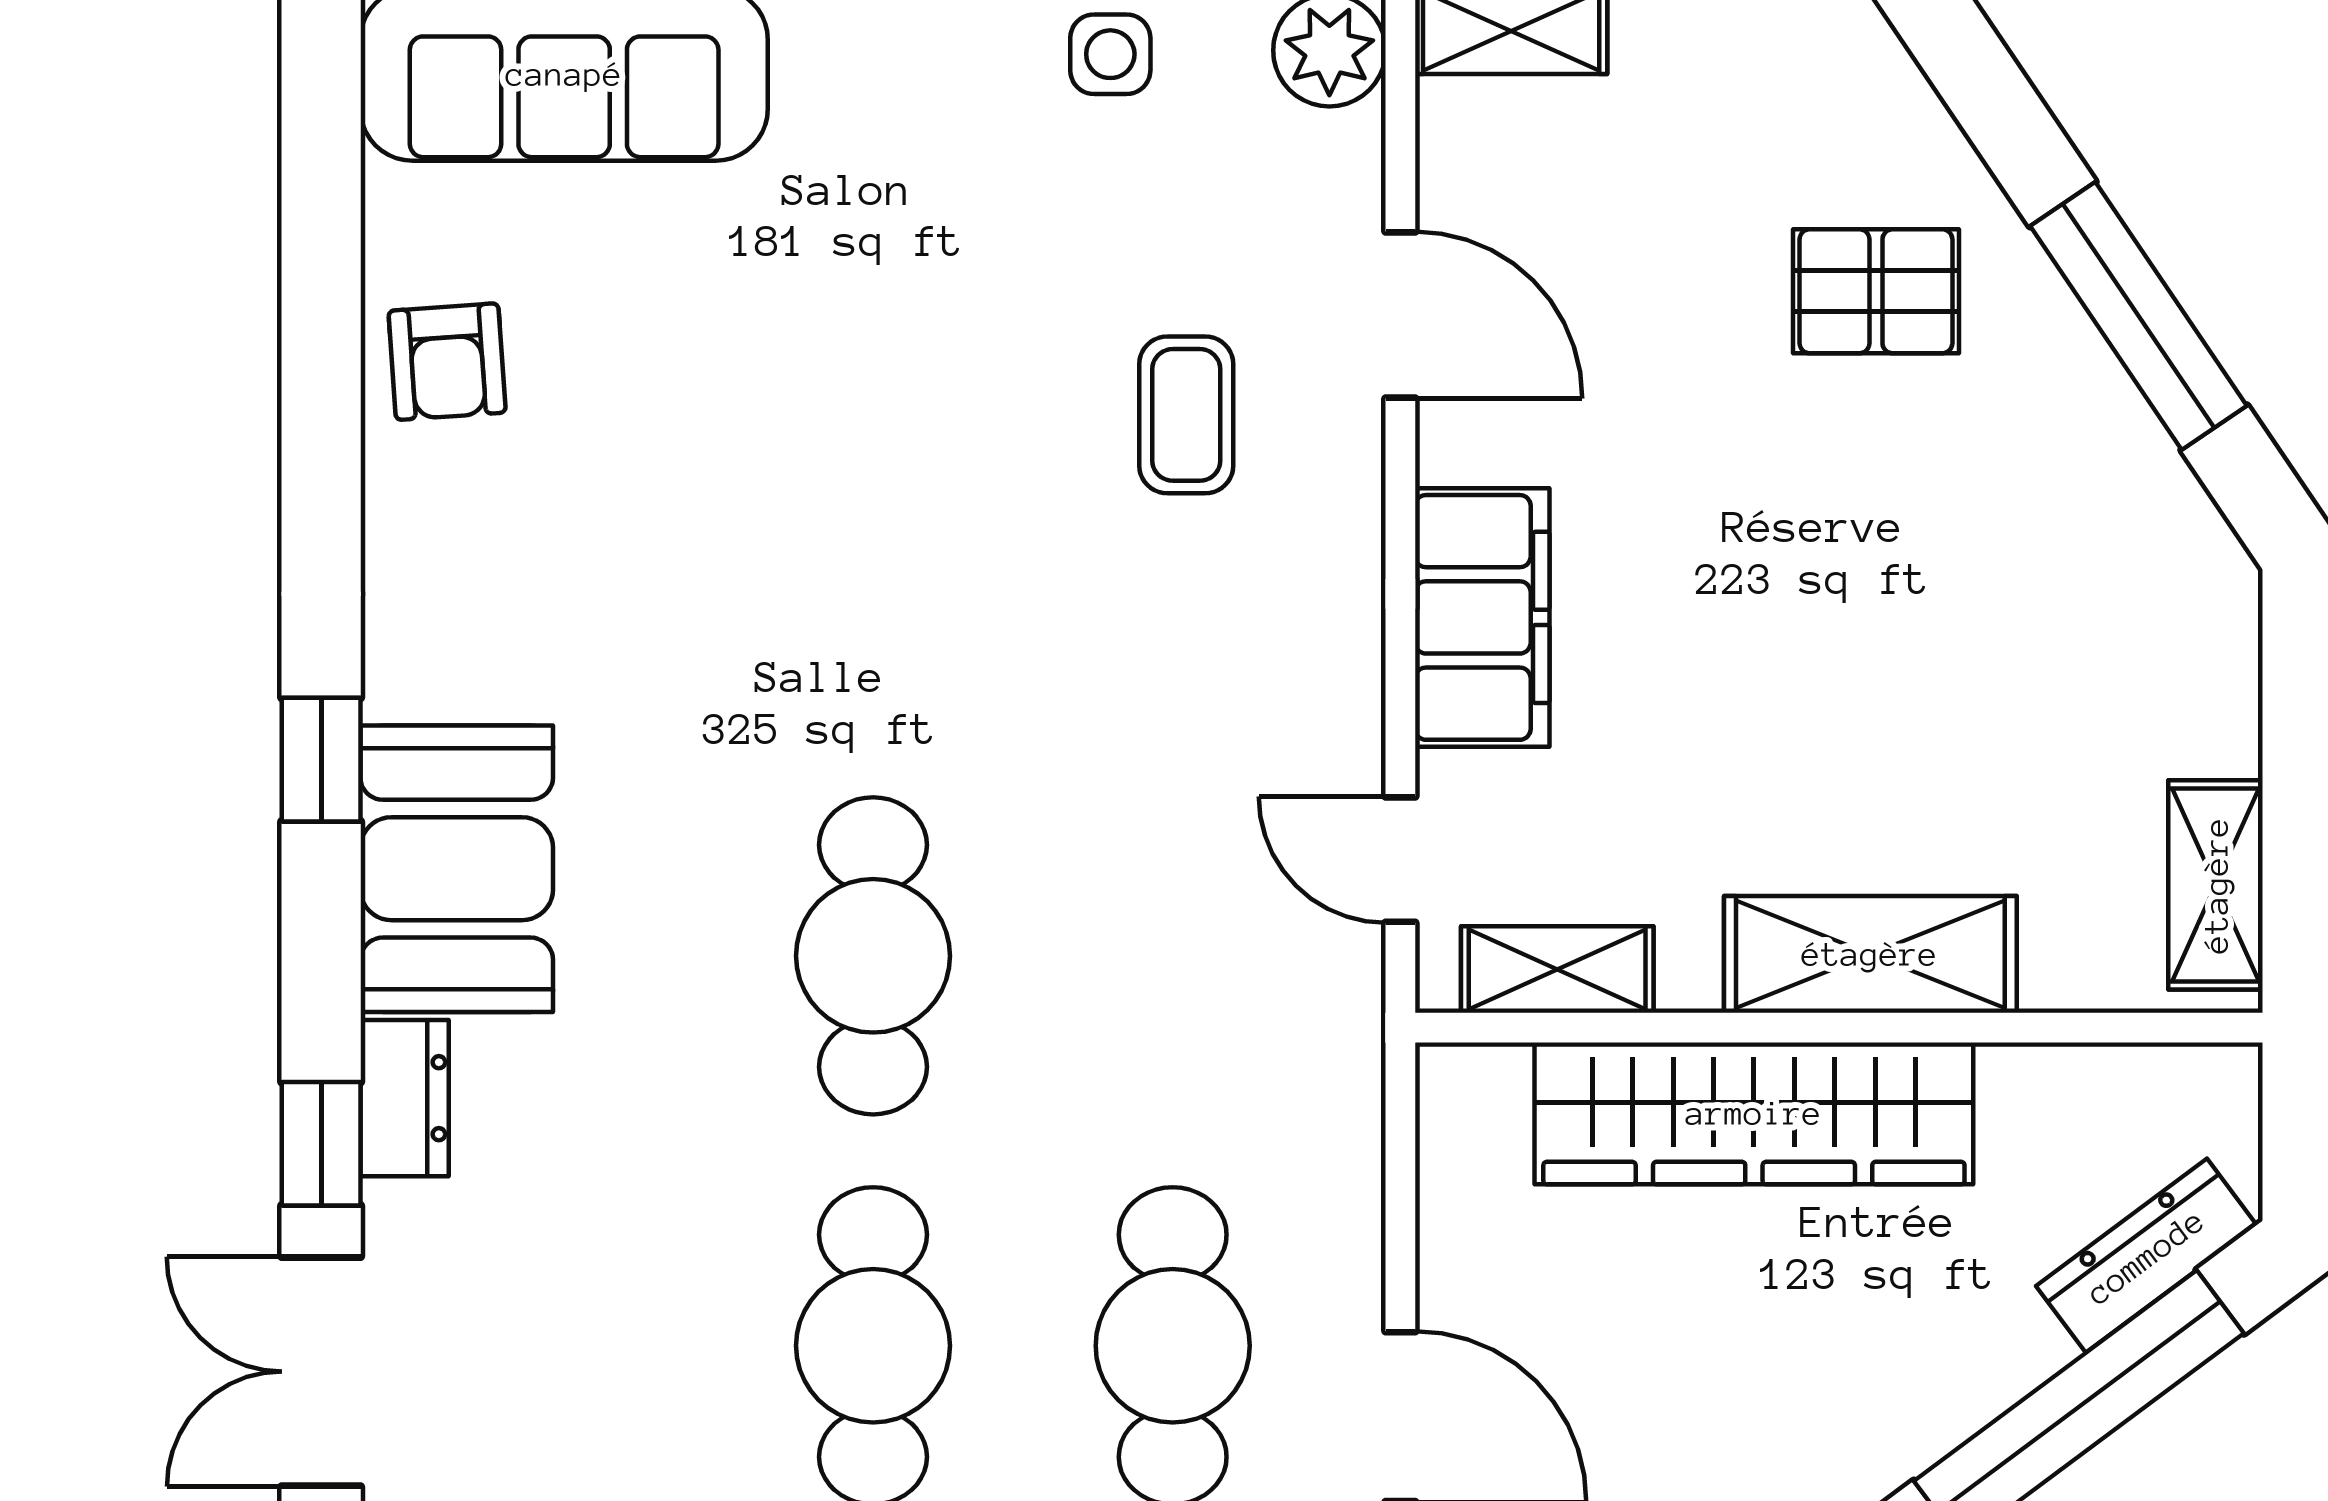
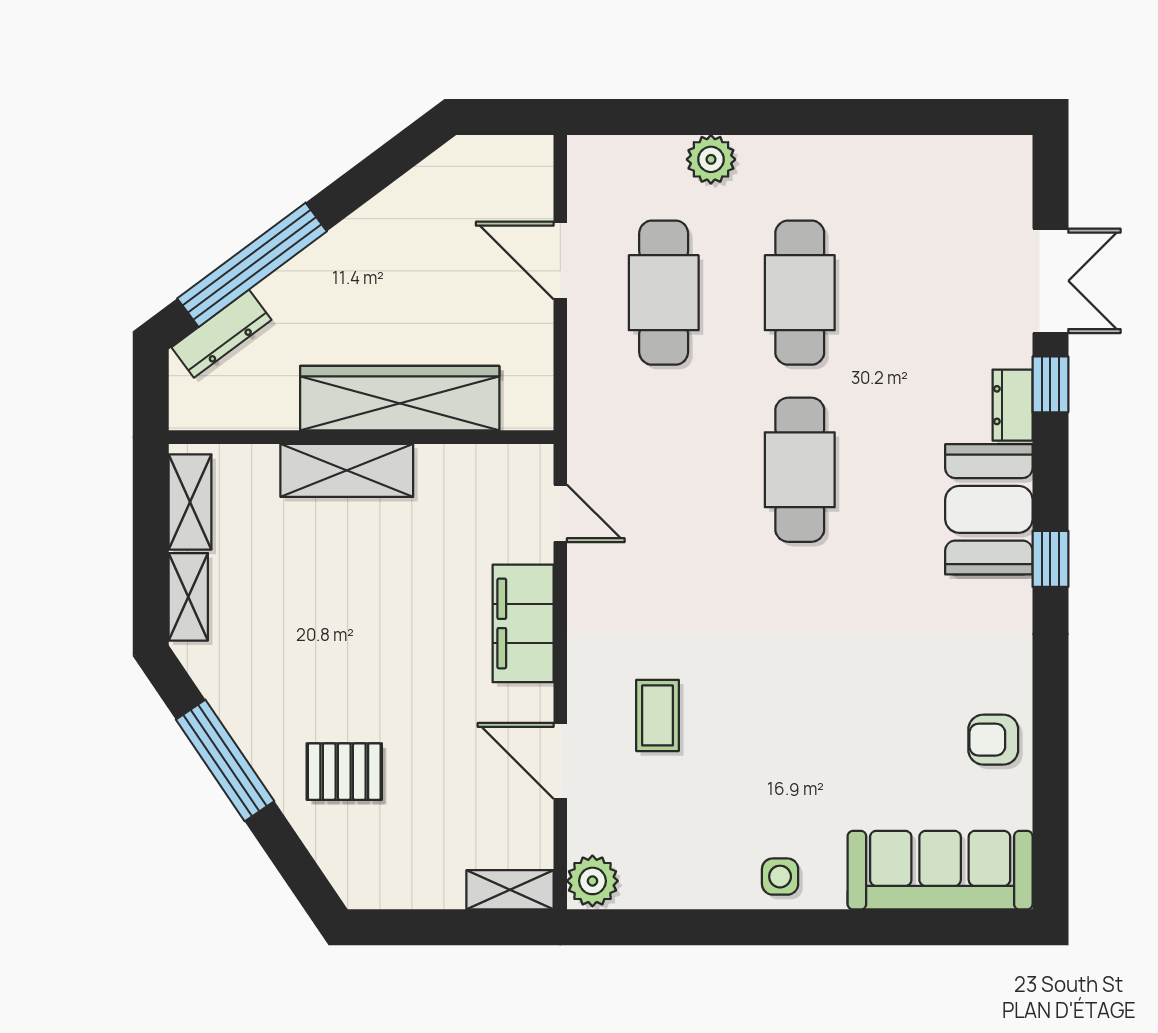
side table: (1110, 54) -> (780, 877), moved
armchair: (447, 362) -> (993, 740), turned -86
shelving: (1557, 970) -> (188, 597), moved, turned 90

